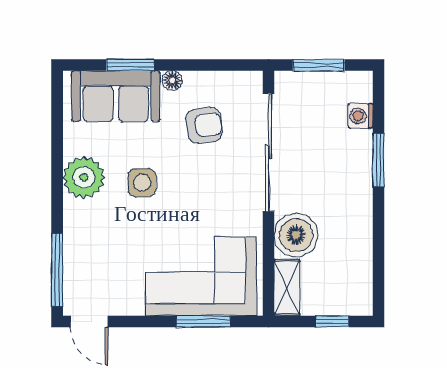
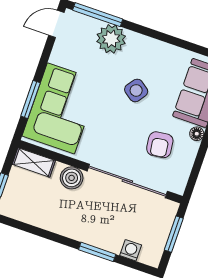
plant: (84, 177) -> (111, 39), moved
side table: (142, 183) -> (136, 90), turned 36
boiler: (296, 235) -> (72, 178), width x0.73, depth x0.73

